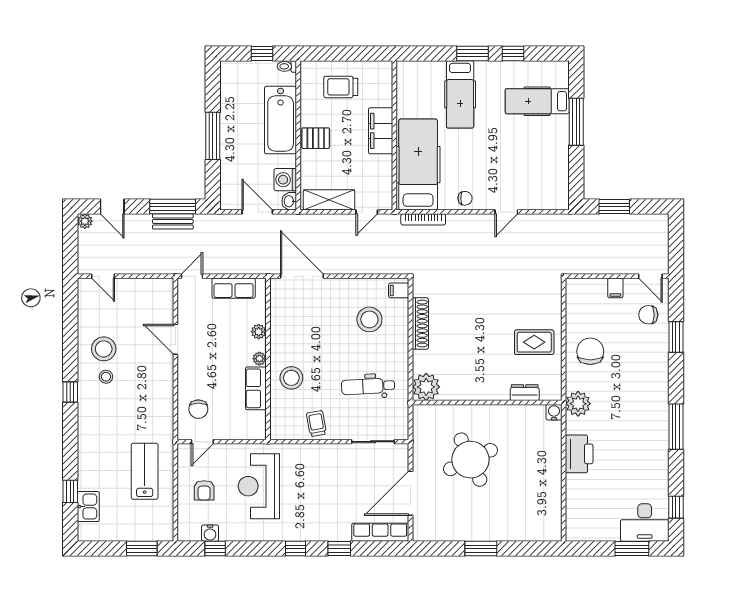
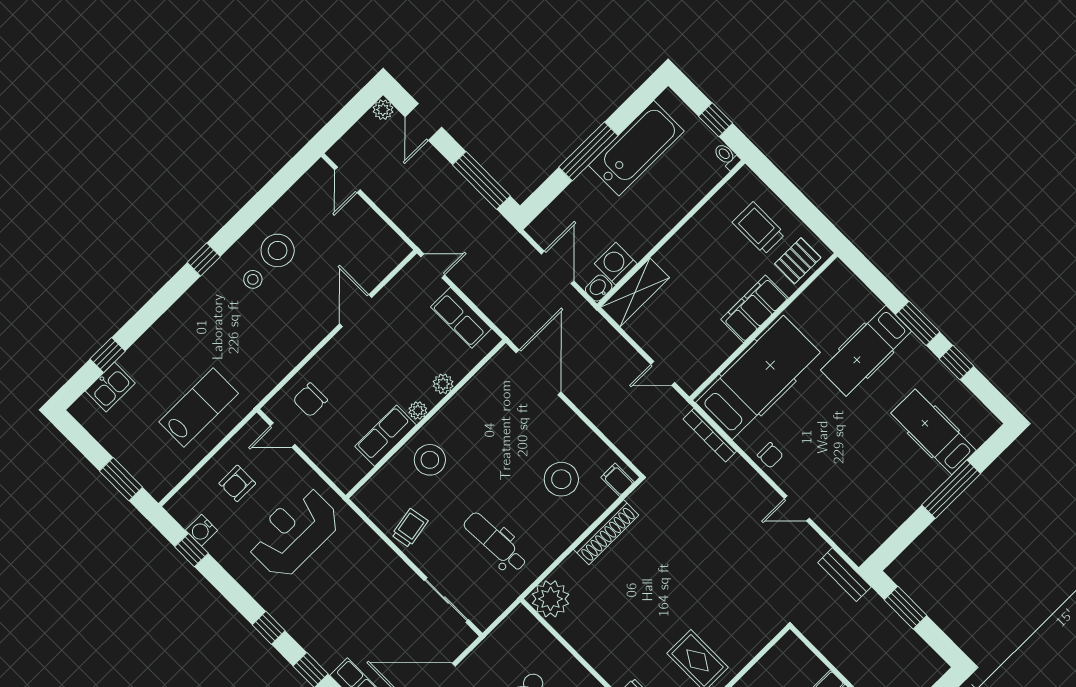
bathtub: (281, 120) -> (636, 148), moved, turned 180
pallet: (316, 138) -> (798, 261), moved, turned 90
shelving: (329, 200) -> (635, 292), moved, turned 90
bench: (173, 221) -> (844, 575), moved

